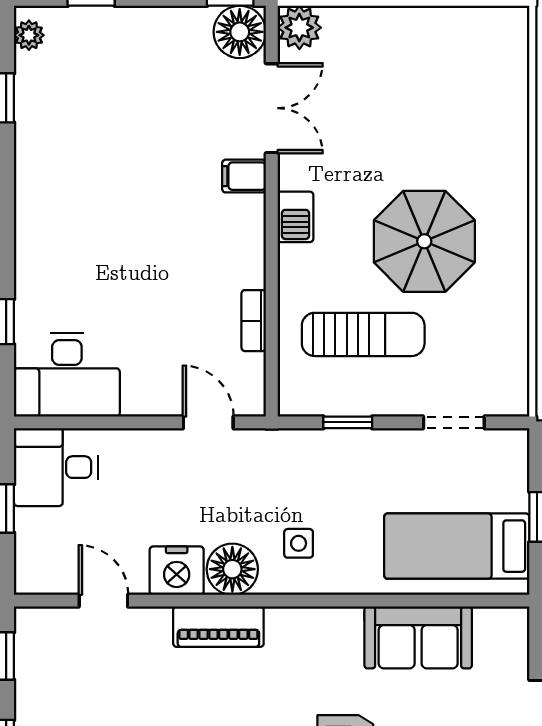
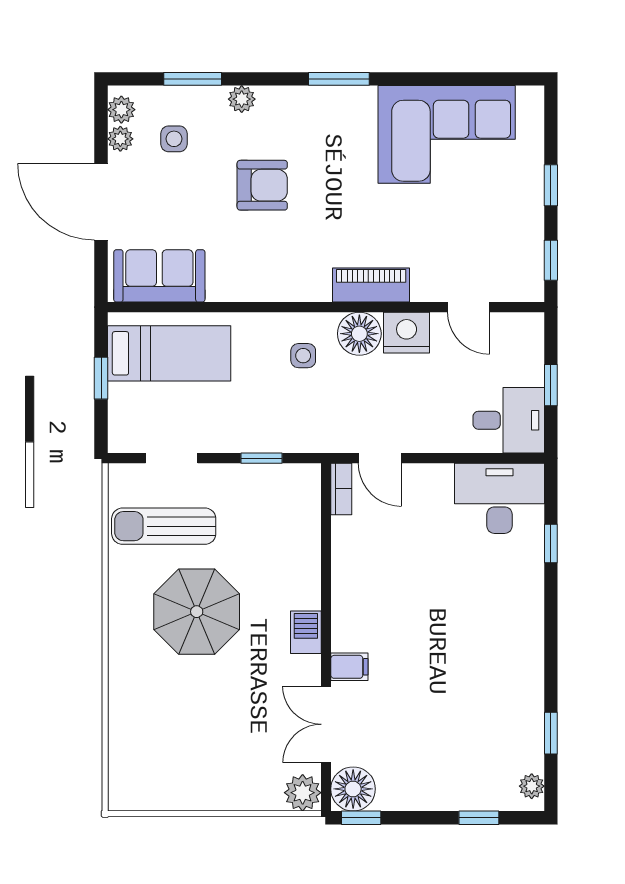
bookcase: (254, 321) -> (341, 489), moved
sun lounger: (363, 334) -> (164, 526), moved
sofa: (418, 637) -> (159, 276), moved

